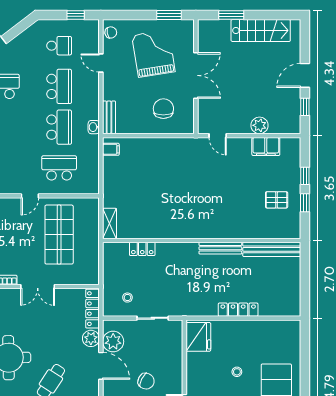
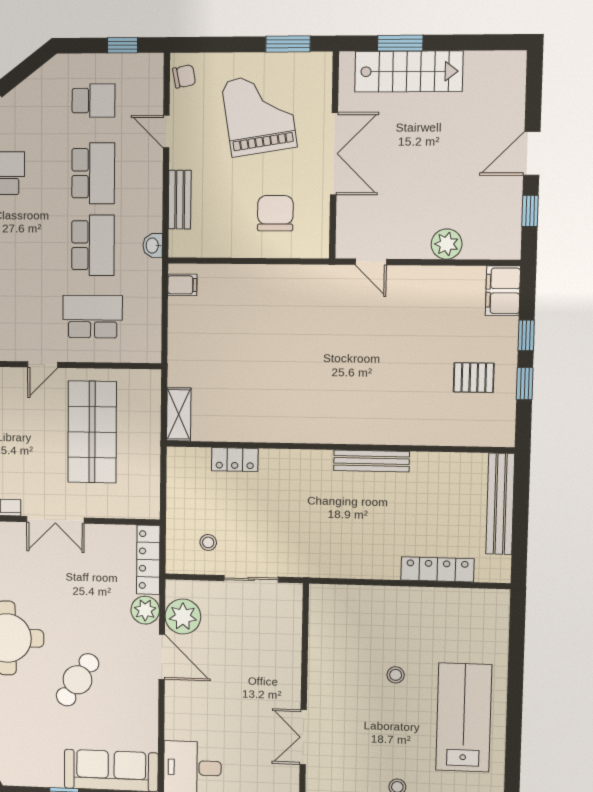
stairs: (261, 30) -> (409, 71), moved
bench: (109, 117) -> (180, 200), moved
filing cabinet: (266, 146) -> (503, 291), moved, turned 90
bench: (272, 249) -> (500, 504), moved, turned 90
locker: (238, 310) -> (437, 569), moved
fridge: (198, 337) -> (330, 613), removed
chair: (146, 381) -> (238, 685), removed

